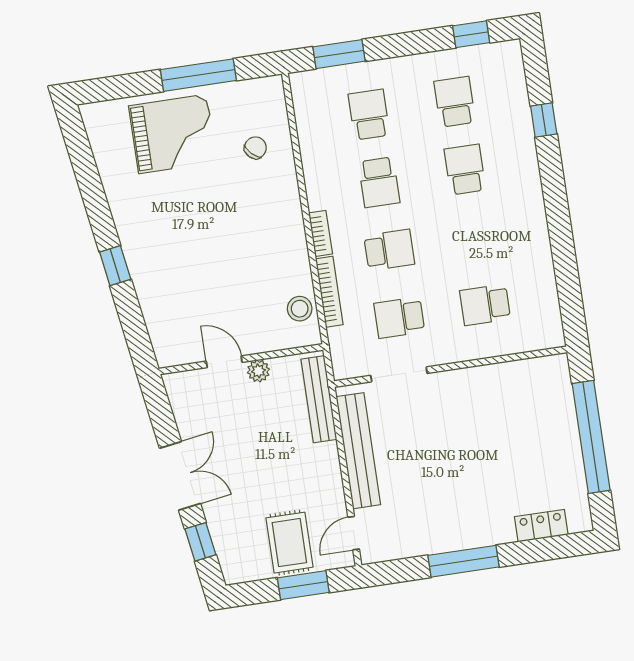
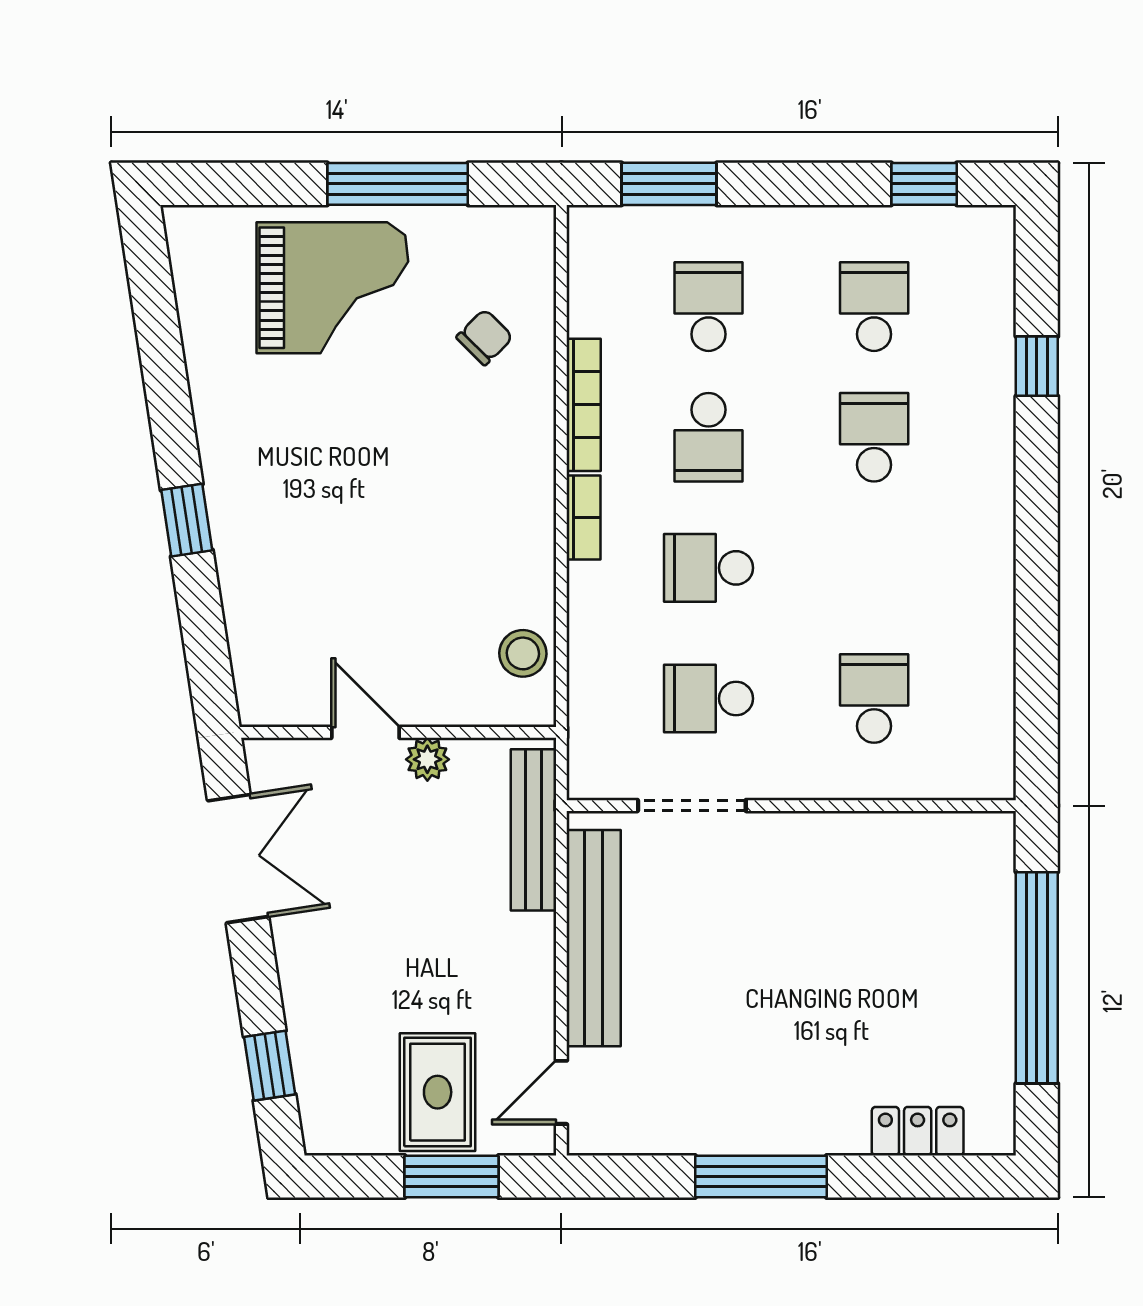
school desk: (389, 250) -> (709, 568), turned 180
bookcase: (329, 292) -> (584, 405), moved
school desk: (485, 305) -> (874, 699), turned 90
double door: (180, 476) -> (238, 859), moved

